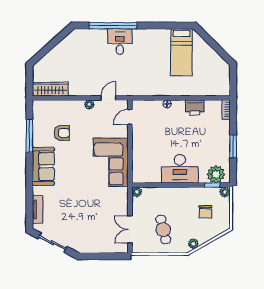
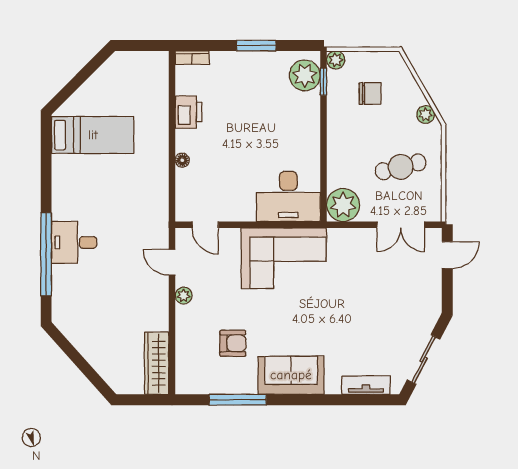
armchair: (62, 133) -> (233, 343), turned 90
desk: (180, 169) -> (288, 196), moved, turned 90
plant: (137, 192) -> (343, 205), width x1.87, depth x1.87
door: (113, 256) -> (447, 255), added

